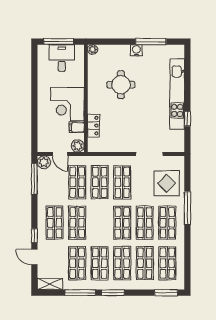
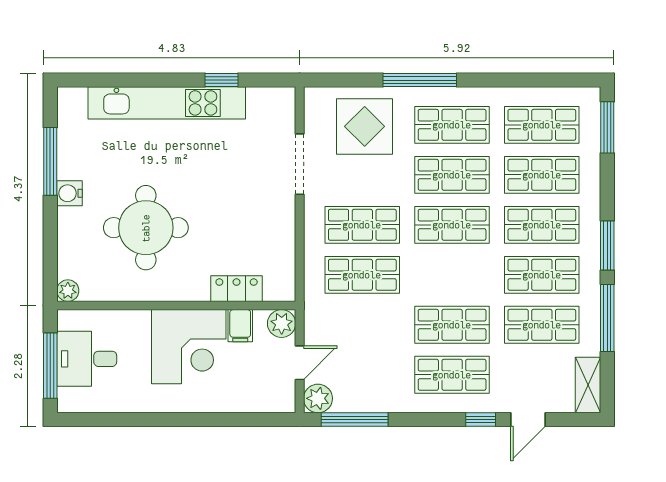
round table: (121, 85) -> (146, 228), width x1.36, depth x1.36
shop shelf: (77, 182) -> (362, 325), removed

